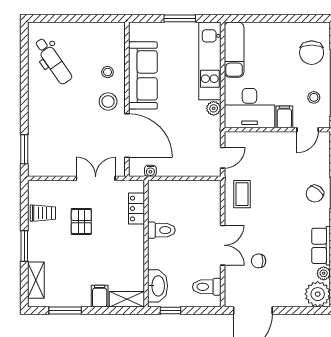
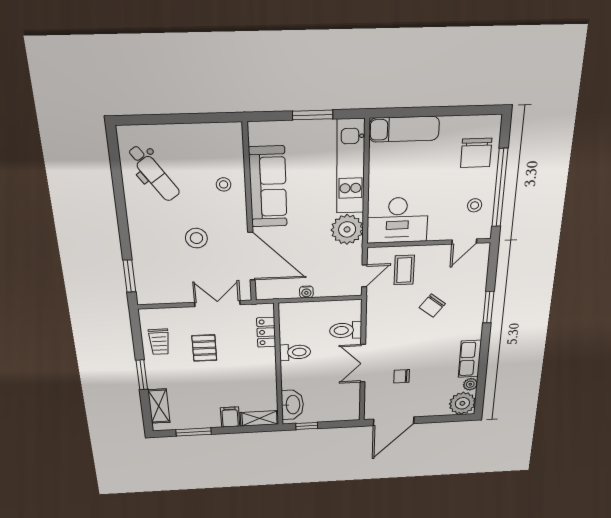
exam couch: (234, 50) -> (404, 129), moved, turned 90
stool: (108, 102) -> (196, 238), moved
plant: (214, 108) -> (347, 229), width x1.87, depth x1.87
filing cabinet: (284, 117) -> (438, 229), removed
water cooler: (150, 171) -> (306, 292), moved
coffee table: (242, 194) -> (404, 270), moved
chair: (315, 194) -> (432, 306), moved
trolley: (43, 213) -> (159, 342), turned 90
double door: (223, 245) -> (363, 363), swing flipped
toilet: (207, 287) -> (346, 330), moved

